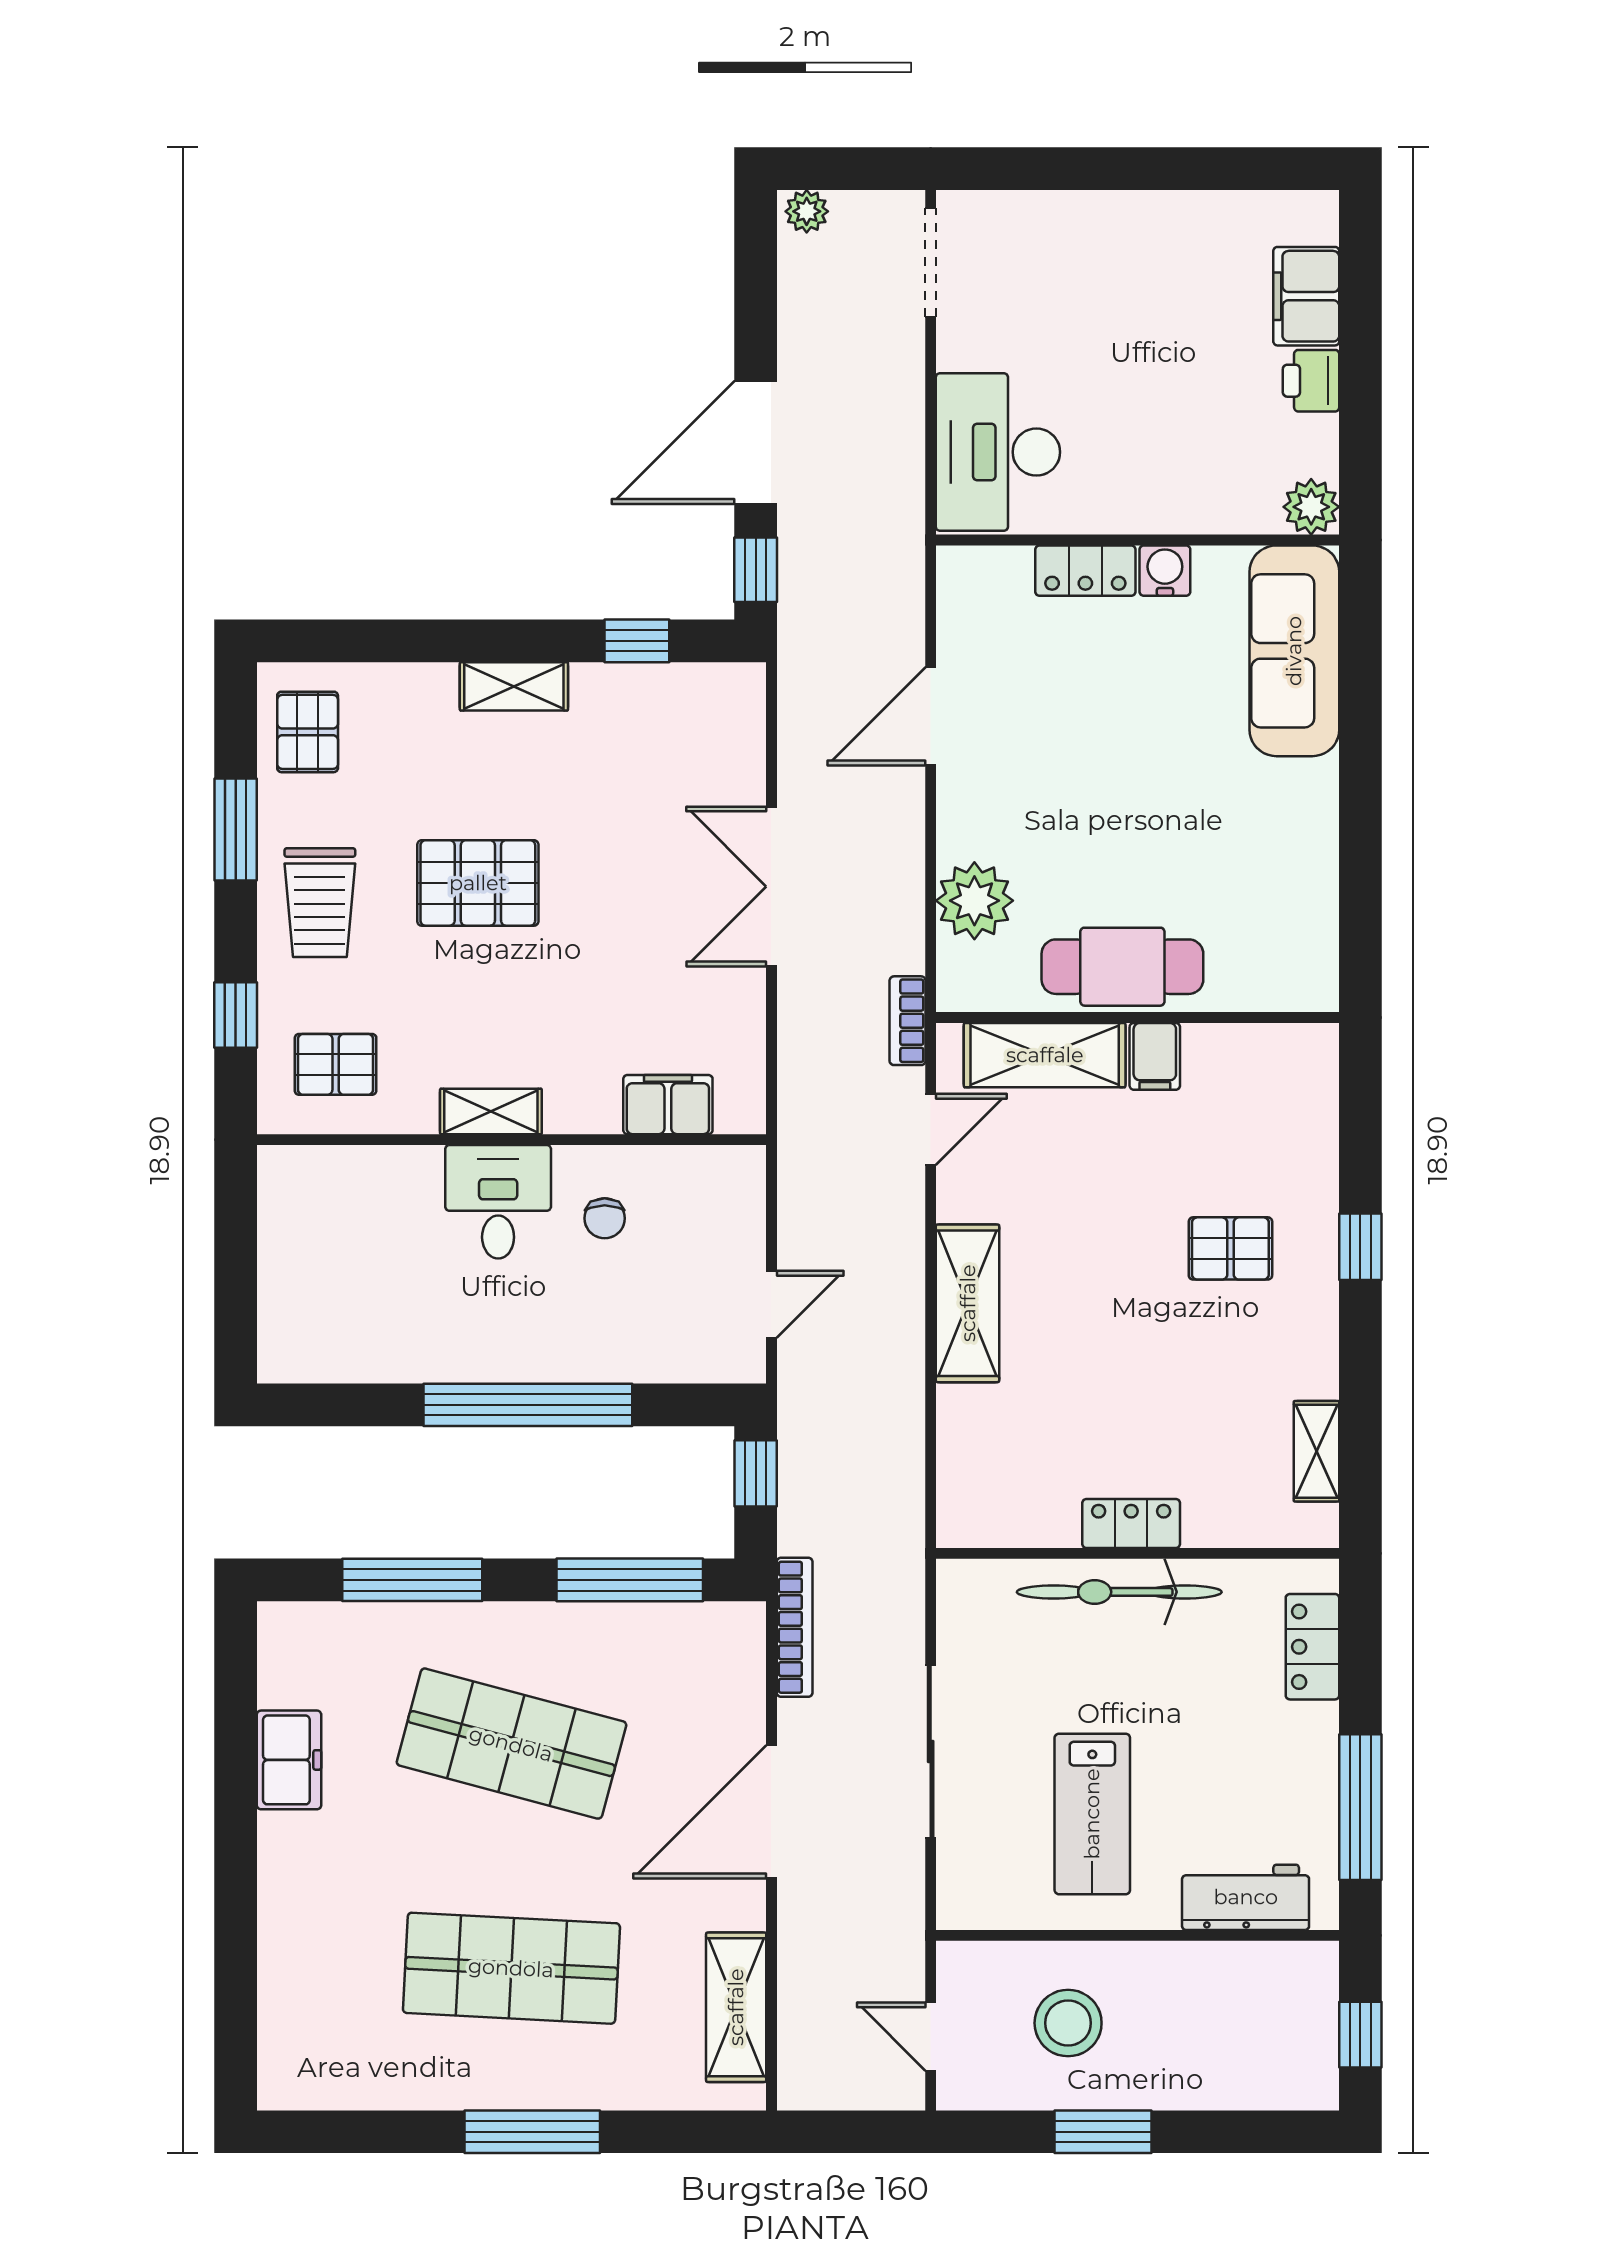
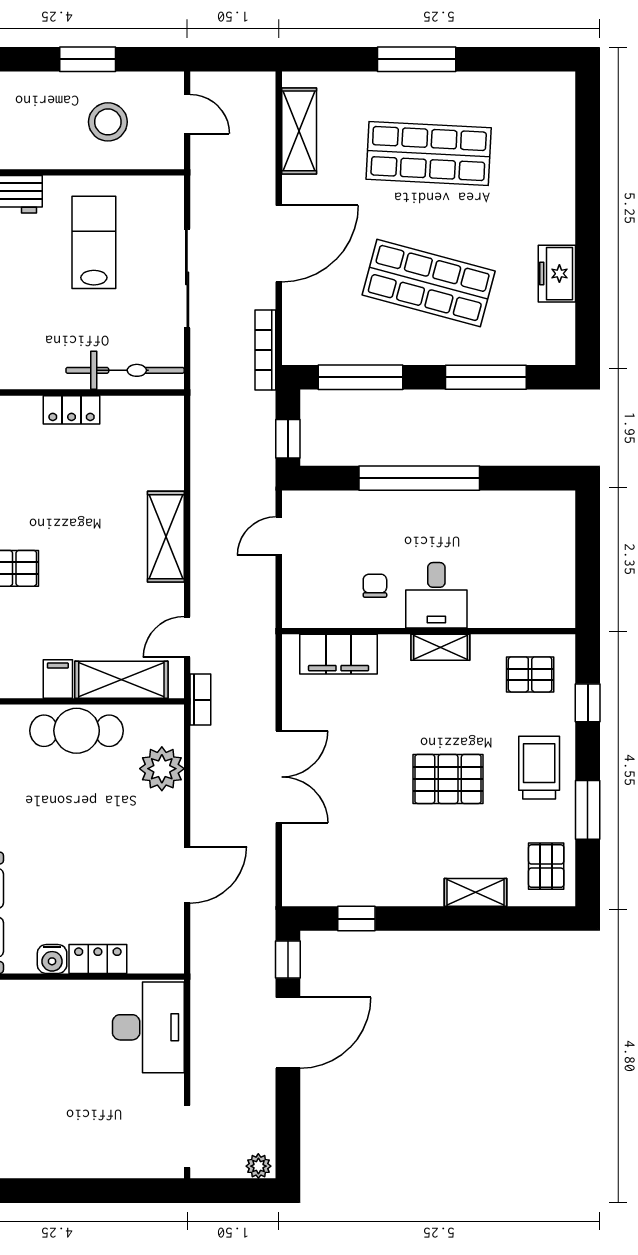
shelving: (514, 686) -> (475, 892), moved
filing cabinet: (668, 1105) -> (339, 654), width x1.50, depth x1.17
bicycle: (1119, 1592) -> (125, 370), moved

